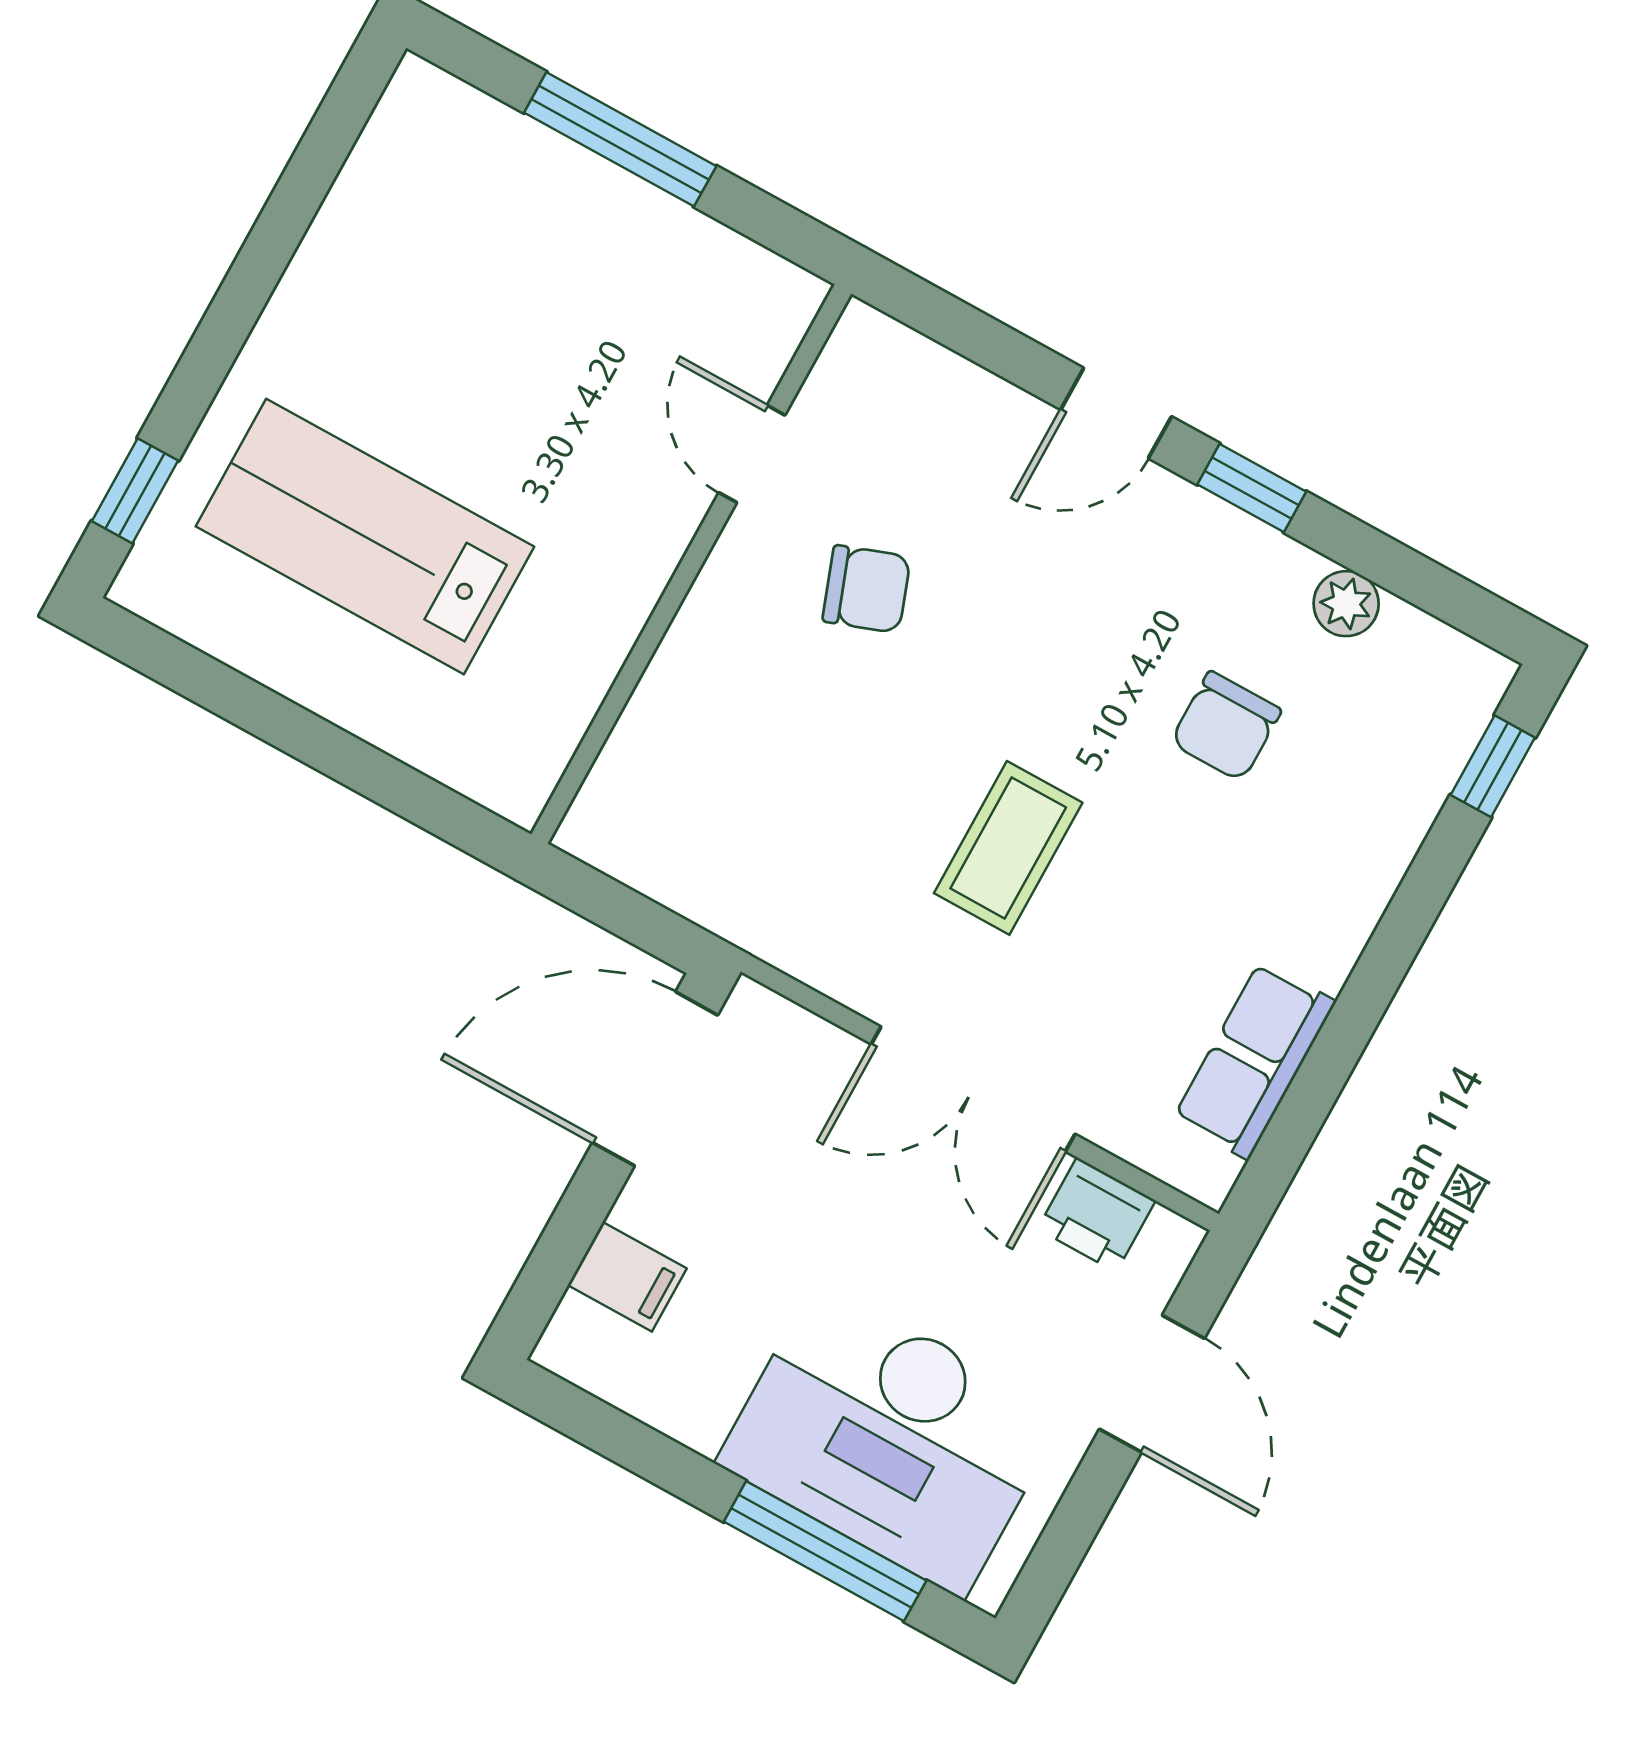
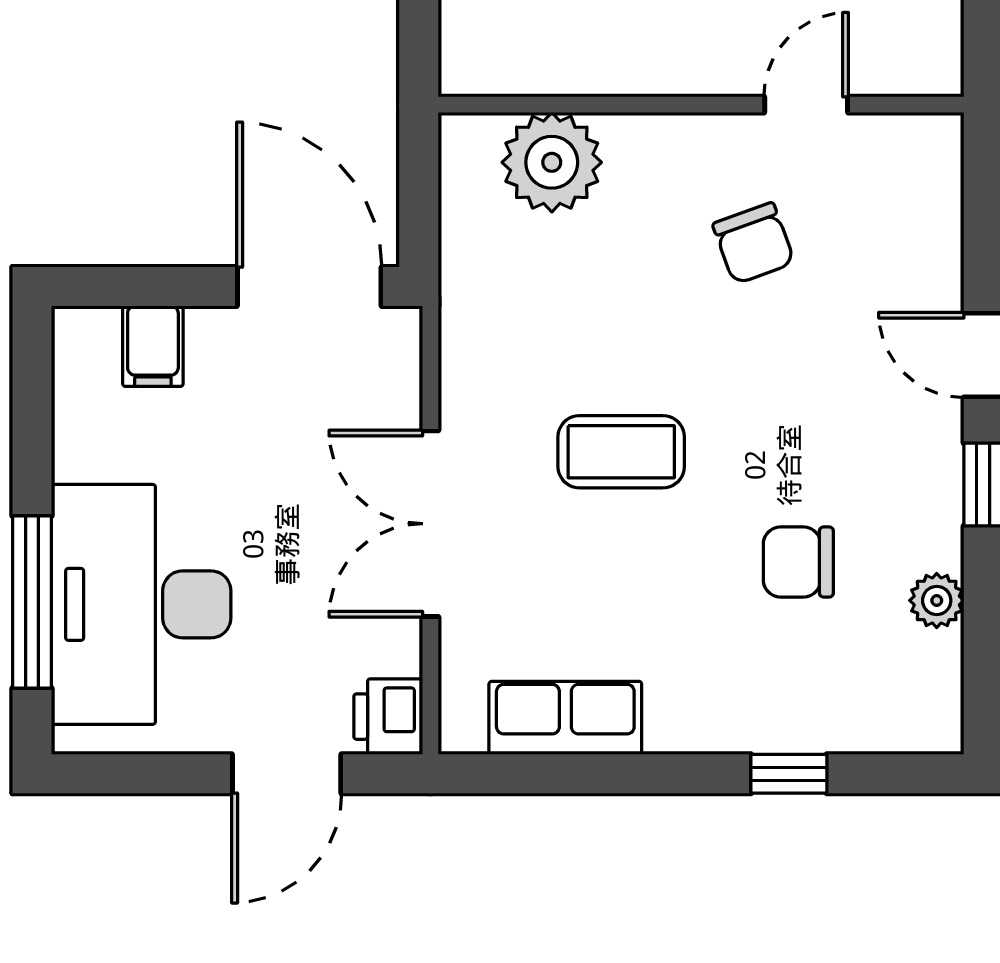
plant: (665, 753) -> (552, 162), added
window: (1493, 766) -> (789, 774), moved
printer: (1097, 1215) -> (388, 717), moved

